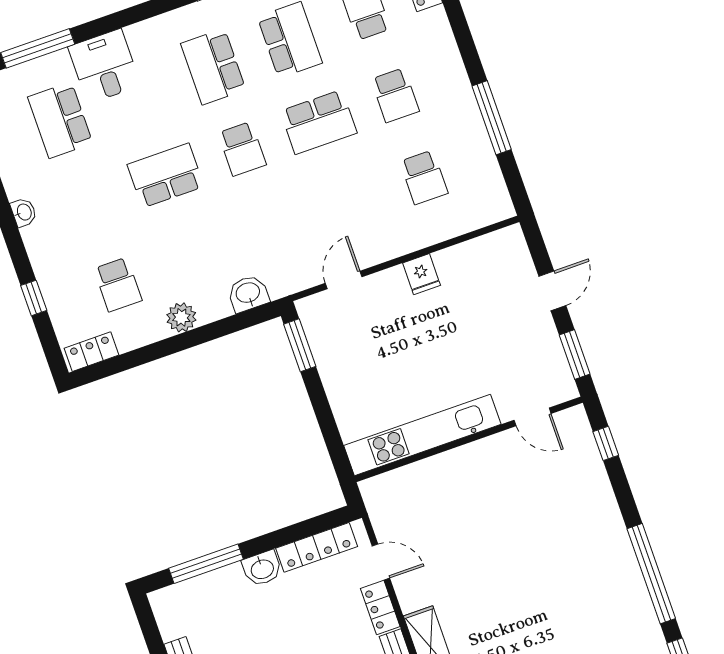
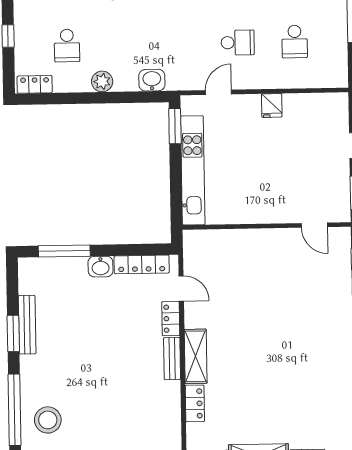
school desk: (347, 204) -> (238, 43), added
kitchen unit: (422, 435) -> (193, 170), moved, turned 90

